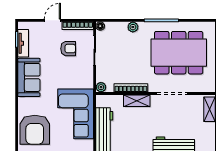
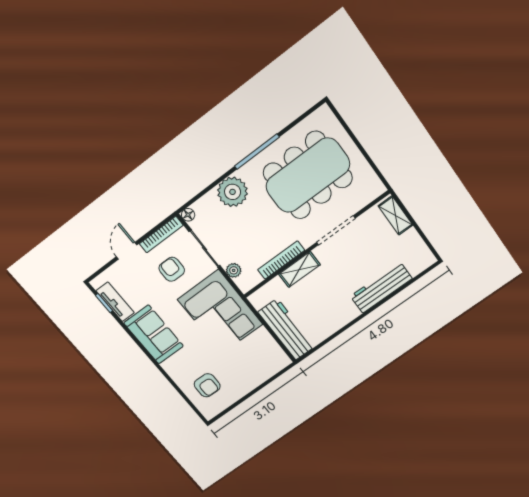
plant: (133, 27) -> (233, 192), width x1.88, depth x1.88
armchair: (68, 49) -> (172, 269), turned -90
plant: (101, 87) -> (234, 270), moved
corner sofa: (76, 114) -> (220, 312), moved
armchair: (35, 130) -> (207, 385), width x0.53, depth x0.53

